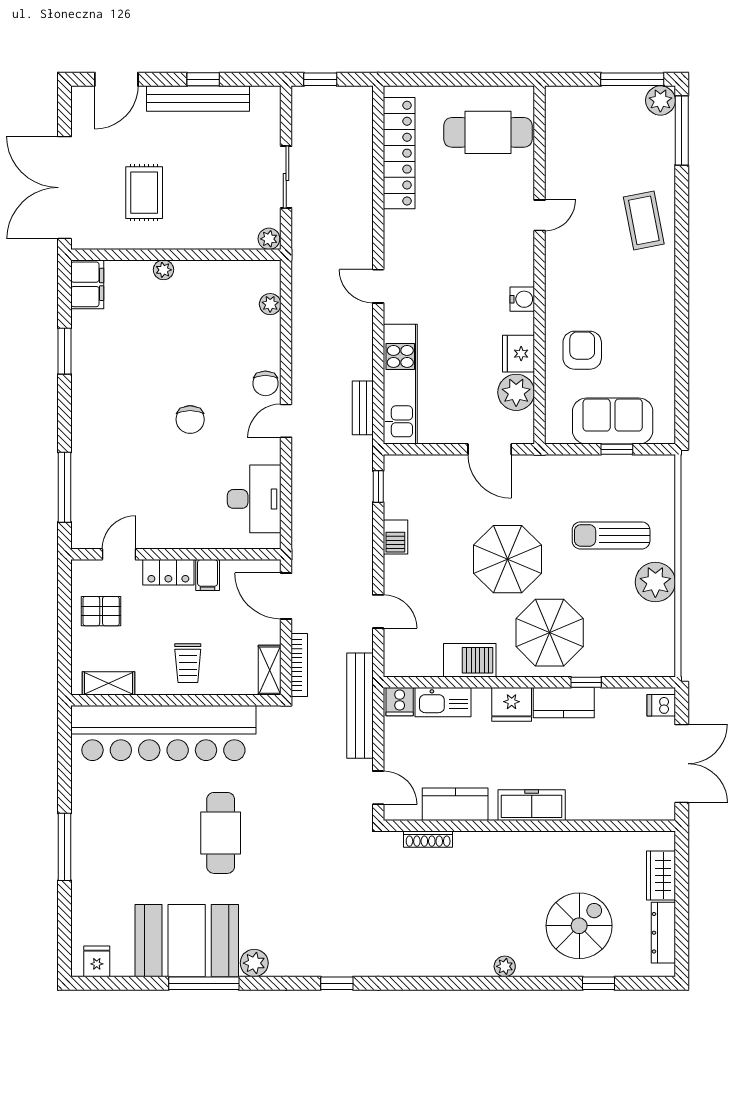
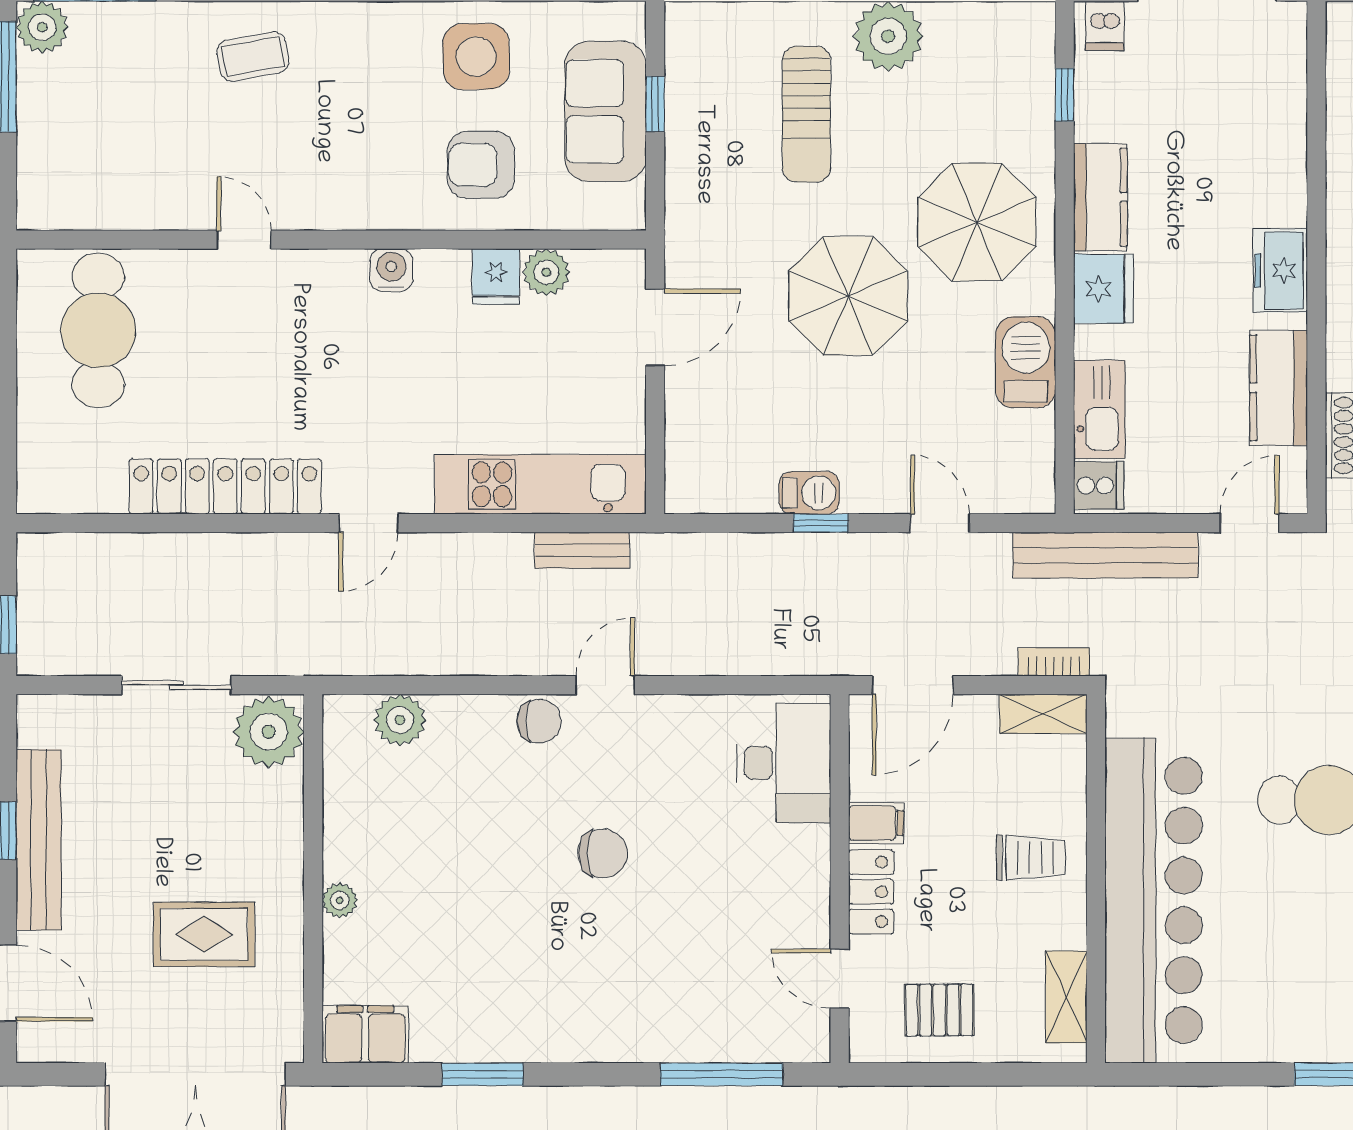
locker: (399, 153) -> (225, 486), moved
coffee table: (644, 220) -> (253, 57), width x0.73, depth x0.77
plant: (269, 239) -> (269, 732), width x1.87, depth x1.87
plant: (270, 304) -> (400, 720), width x1.38, depth x1.38
side table: (644, 347) -> (476, 57), added
fridge: (519, 354) -> (496, 277), width x0.72
plant: (516, 392) -> (546, 272), width x0.73, depth x0.73
door: (286, 421) -> (605, 685), swing flipped
window: (378, 486) -> (821, 523), moved
desk: (254, 499) -> (784, 763), moved, turned 90
pallet: (101, 611) -> (939, 1010), turned 90
door: (378, 611) -> (940, 523), hinge flipped
bookcase: (299, 665) -> (1054, 662), width x0.64
window: (586, 682) -> (1065, 95), moved
freezer: (532, 805) -> (1280, 271), width x0.71

